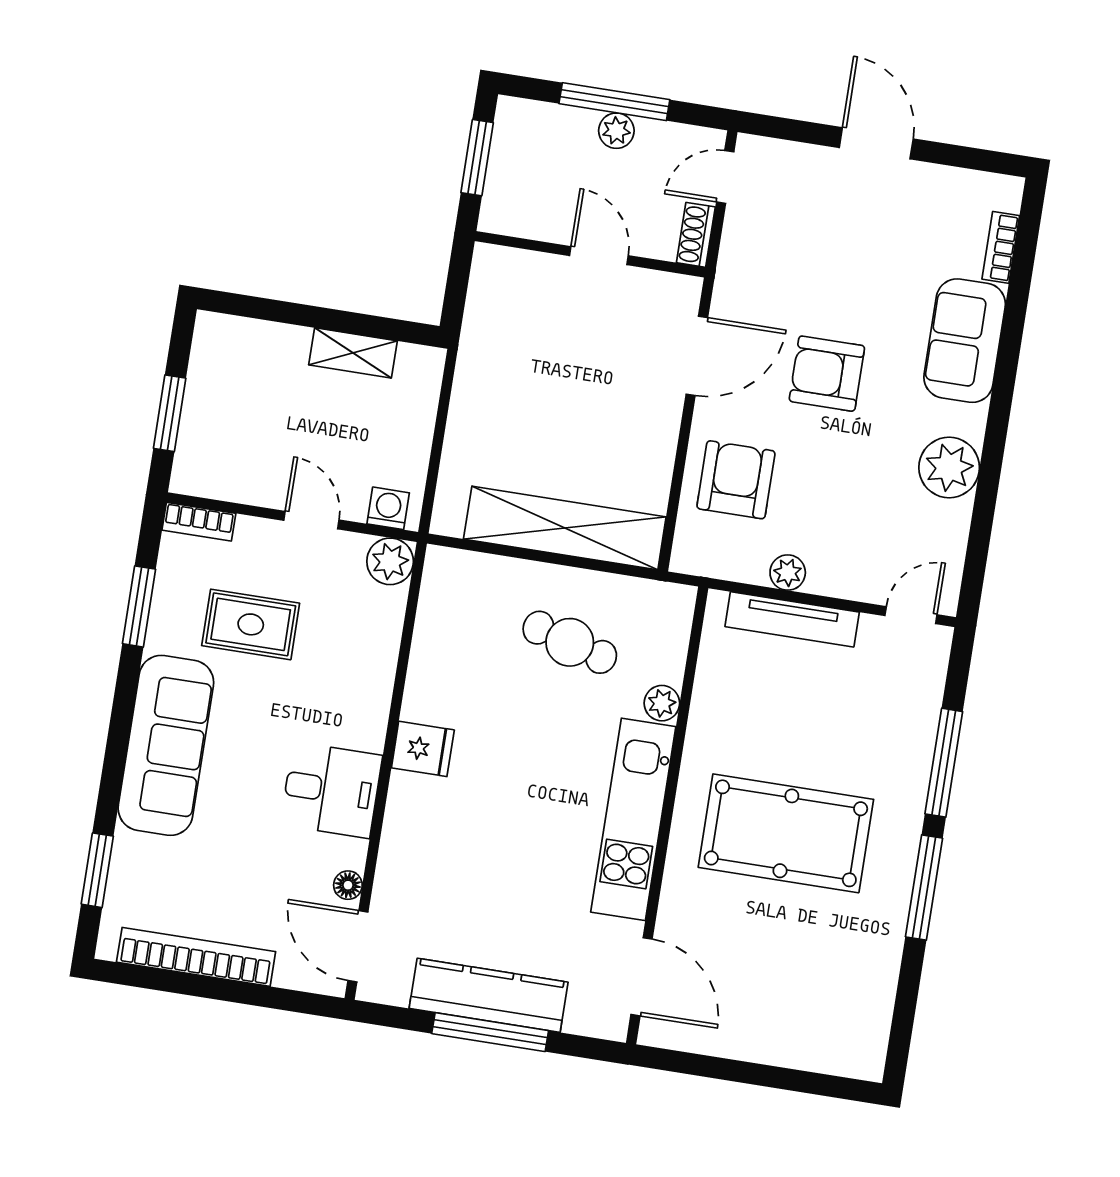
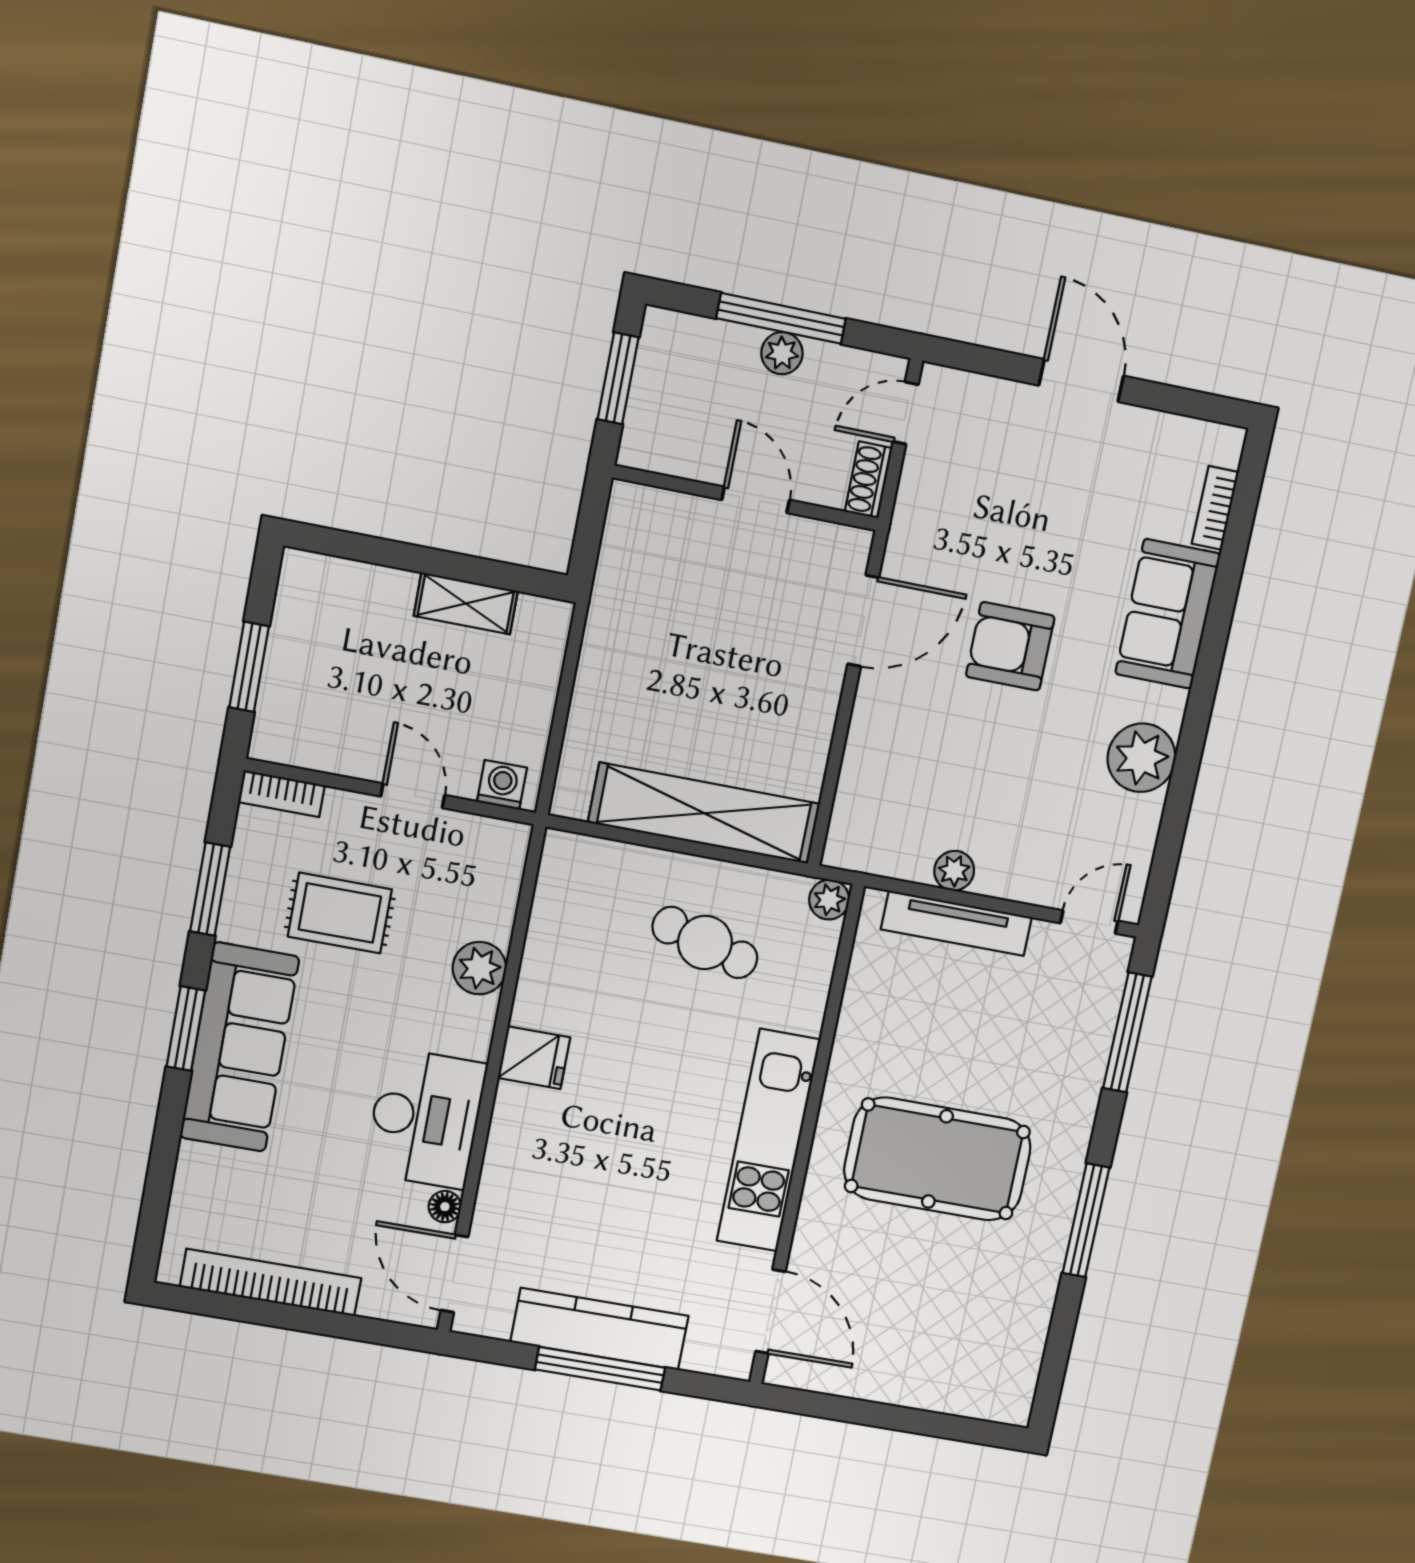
armchair: (736, 480) -> (901, 764), removed
plant: (390, 561) -> (479, 968), moved
plant: (662, 703) -> (829, 900), moved
window: (944, 763) -> (1127, 1032), moved
desk: (331, 790) -> (425, 1118), width x1.37
window: (97, 870) -> (186, 1028), moved

